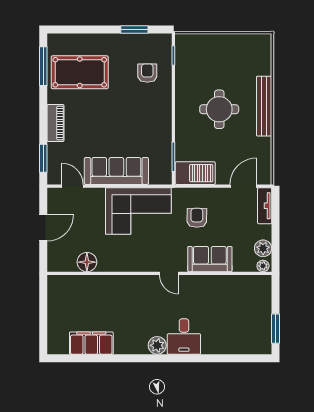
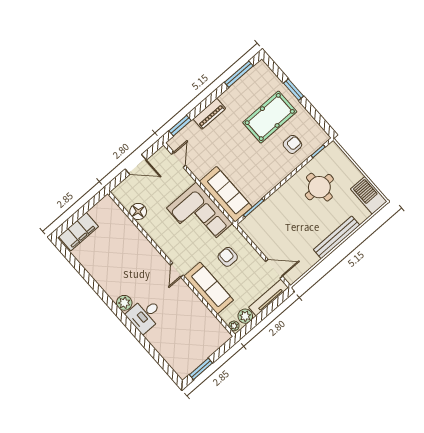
window: (134, 30) -> (293, 90), moved
pool table: (80, 72) -> (270, 117), moved, turned 90
round table: (219, 109) -> (319, 187), moved
sofa: (116, 171) -> (226, 194), moved
barbecue: (195, 173) -> (369, 195), moved, turned 180
tv unit: (265, 206) -> (269, 297), width x1.41
armchair: (197, 218) -> (228, 257), turned -91
sofa: (210, 259) -> (209, 288), width x1.36
filing cabinet: (91, 343) -> (79, 232), moved, turned 90

